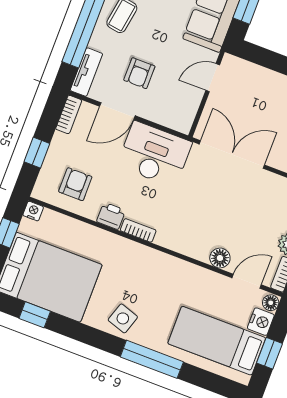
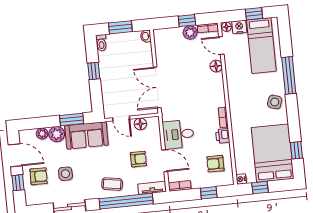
floor lamp: (190, 102) -> (140, 124), added
desk: (155, 154) -> (178, 134), width x0.73

